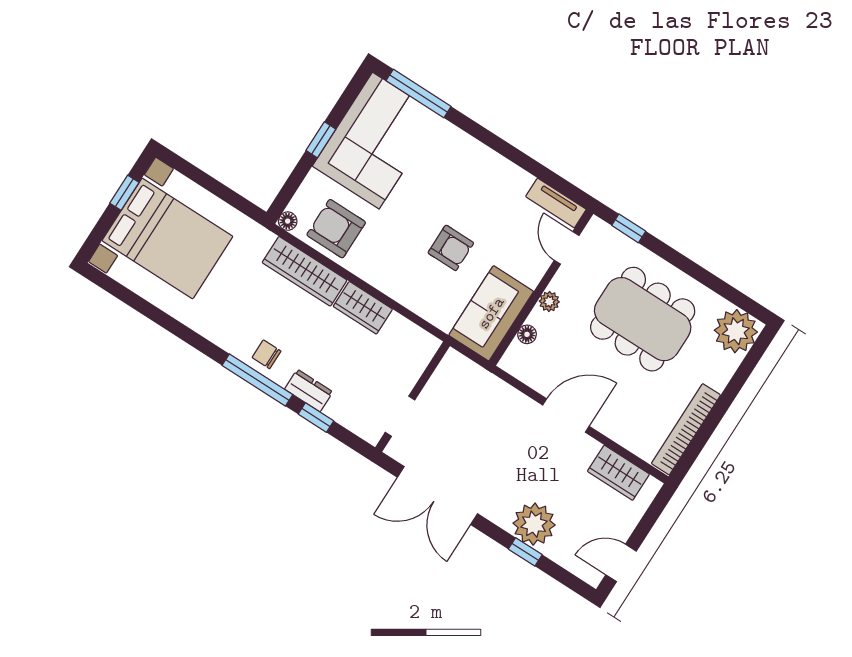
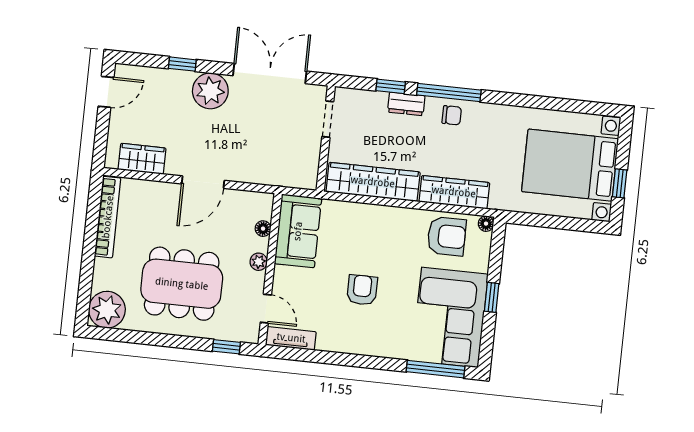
armchair: (451, 248) -> (362, 290), moved, turned 90
wardrobe: (363, 308) -> (373, 182), width x2.10, depth x1.17
plant: (534, 524) -> (210, 91), moved

